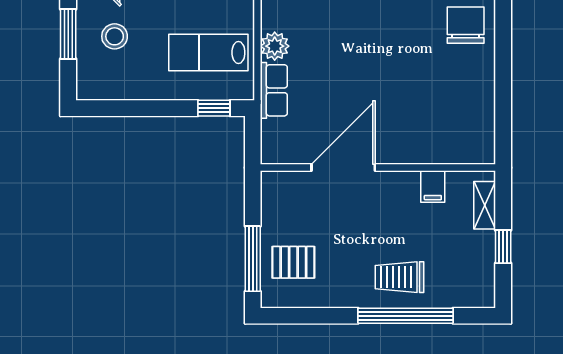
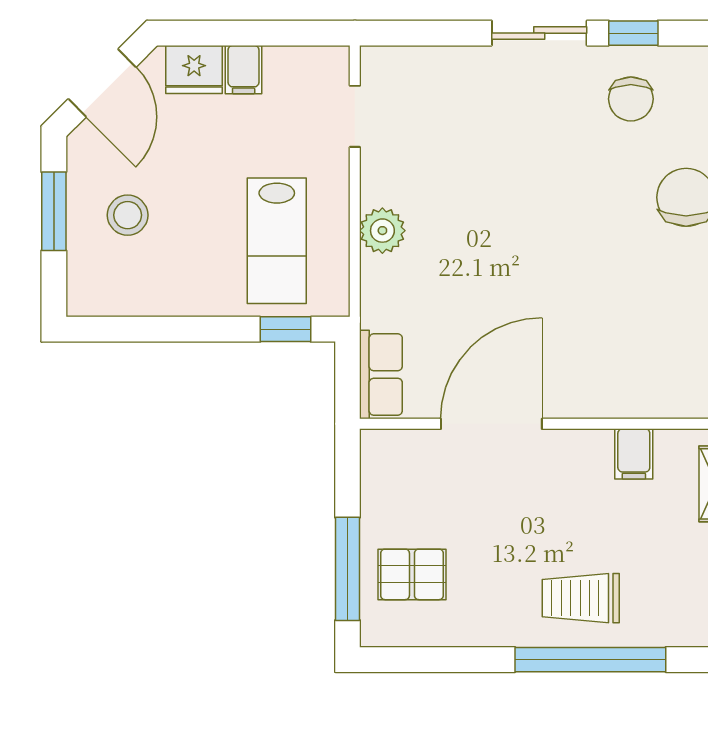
lab bench: (208, 53) -> (277, 241), turned -90
row of seats: (274, 90) -> (381, 374), moved

